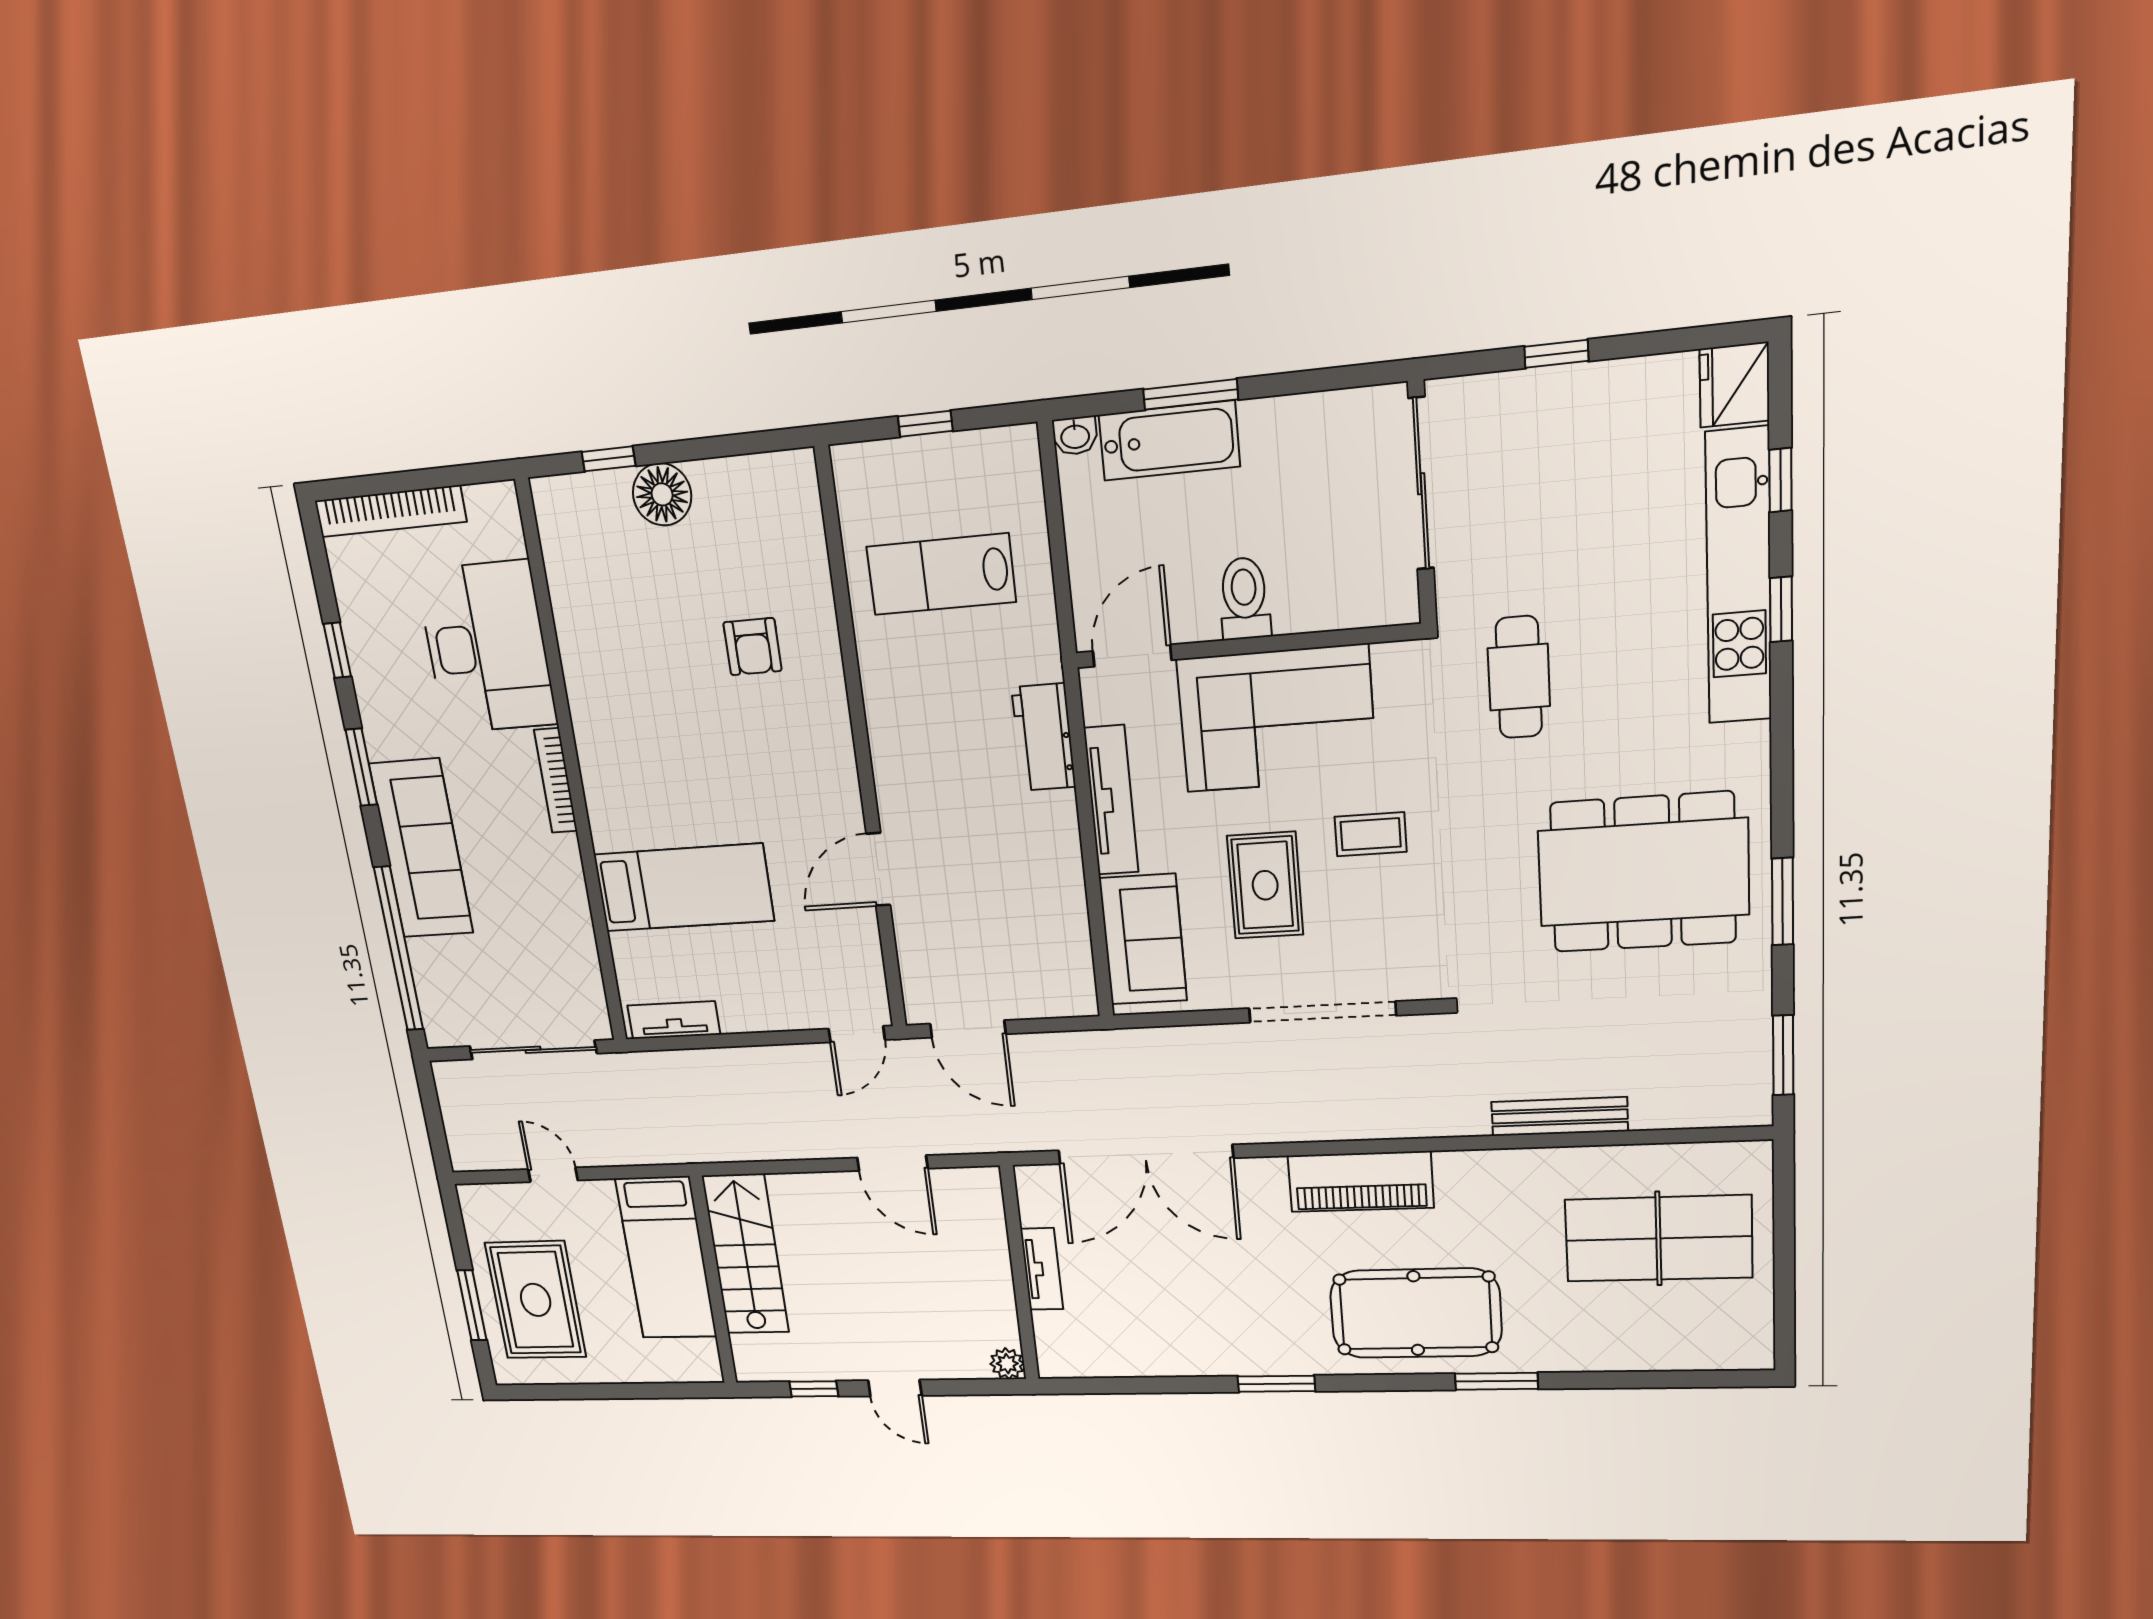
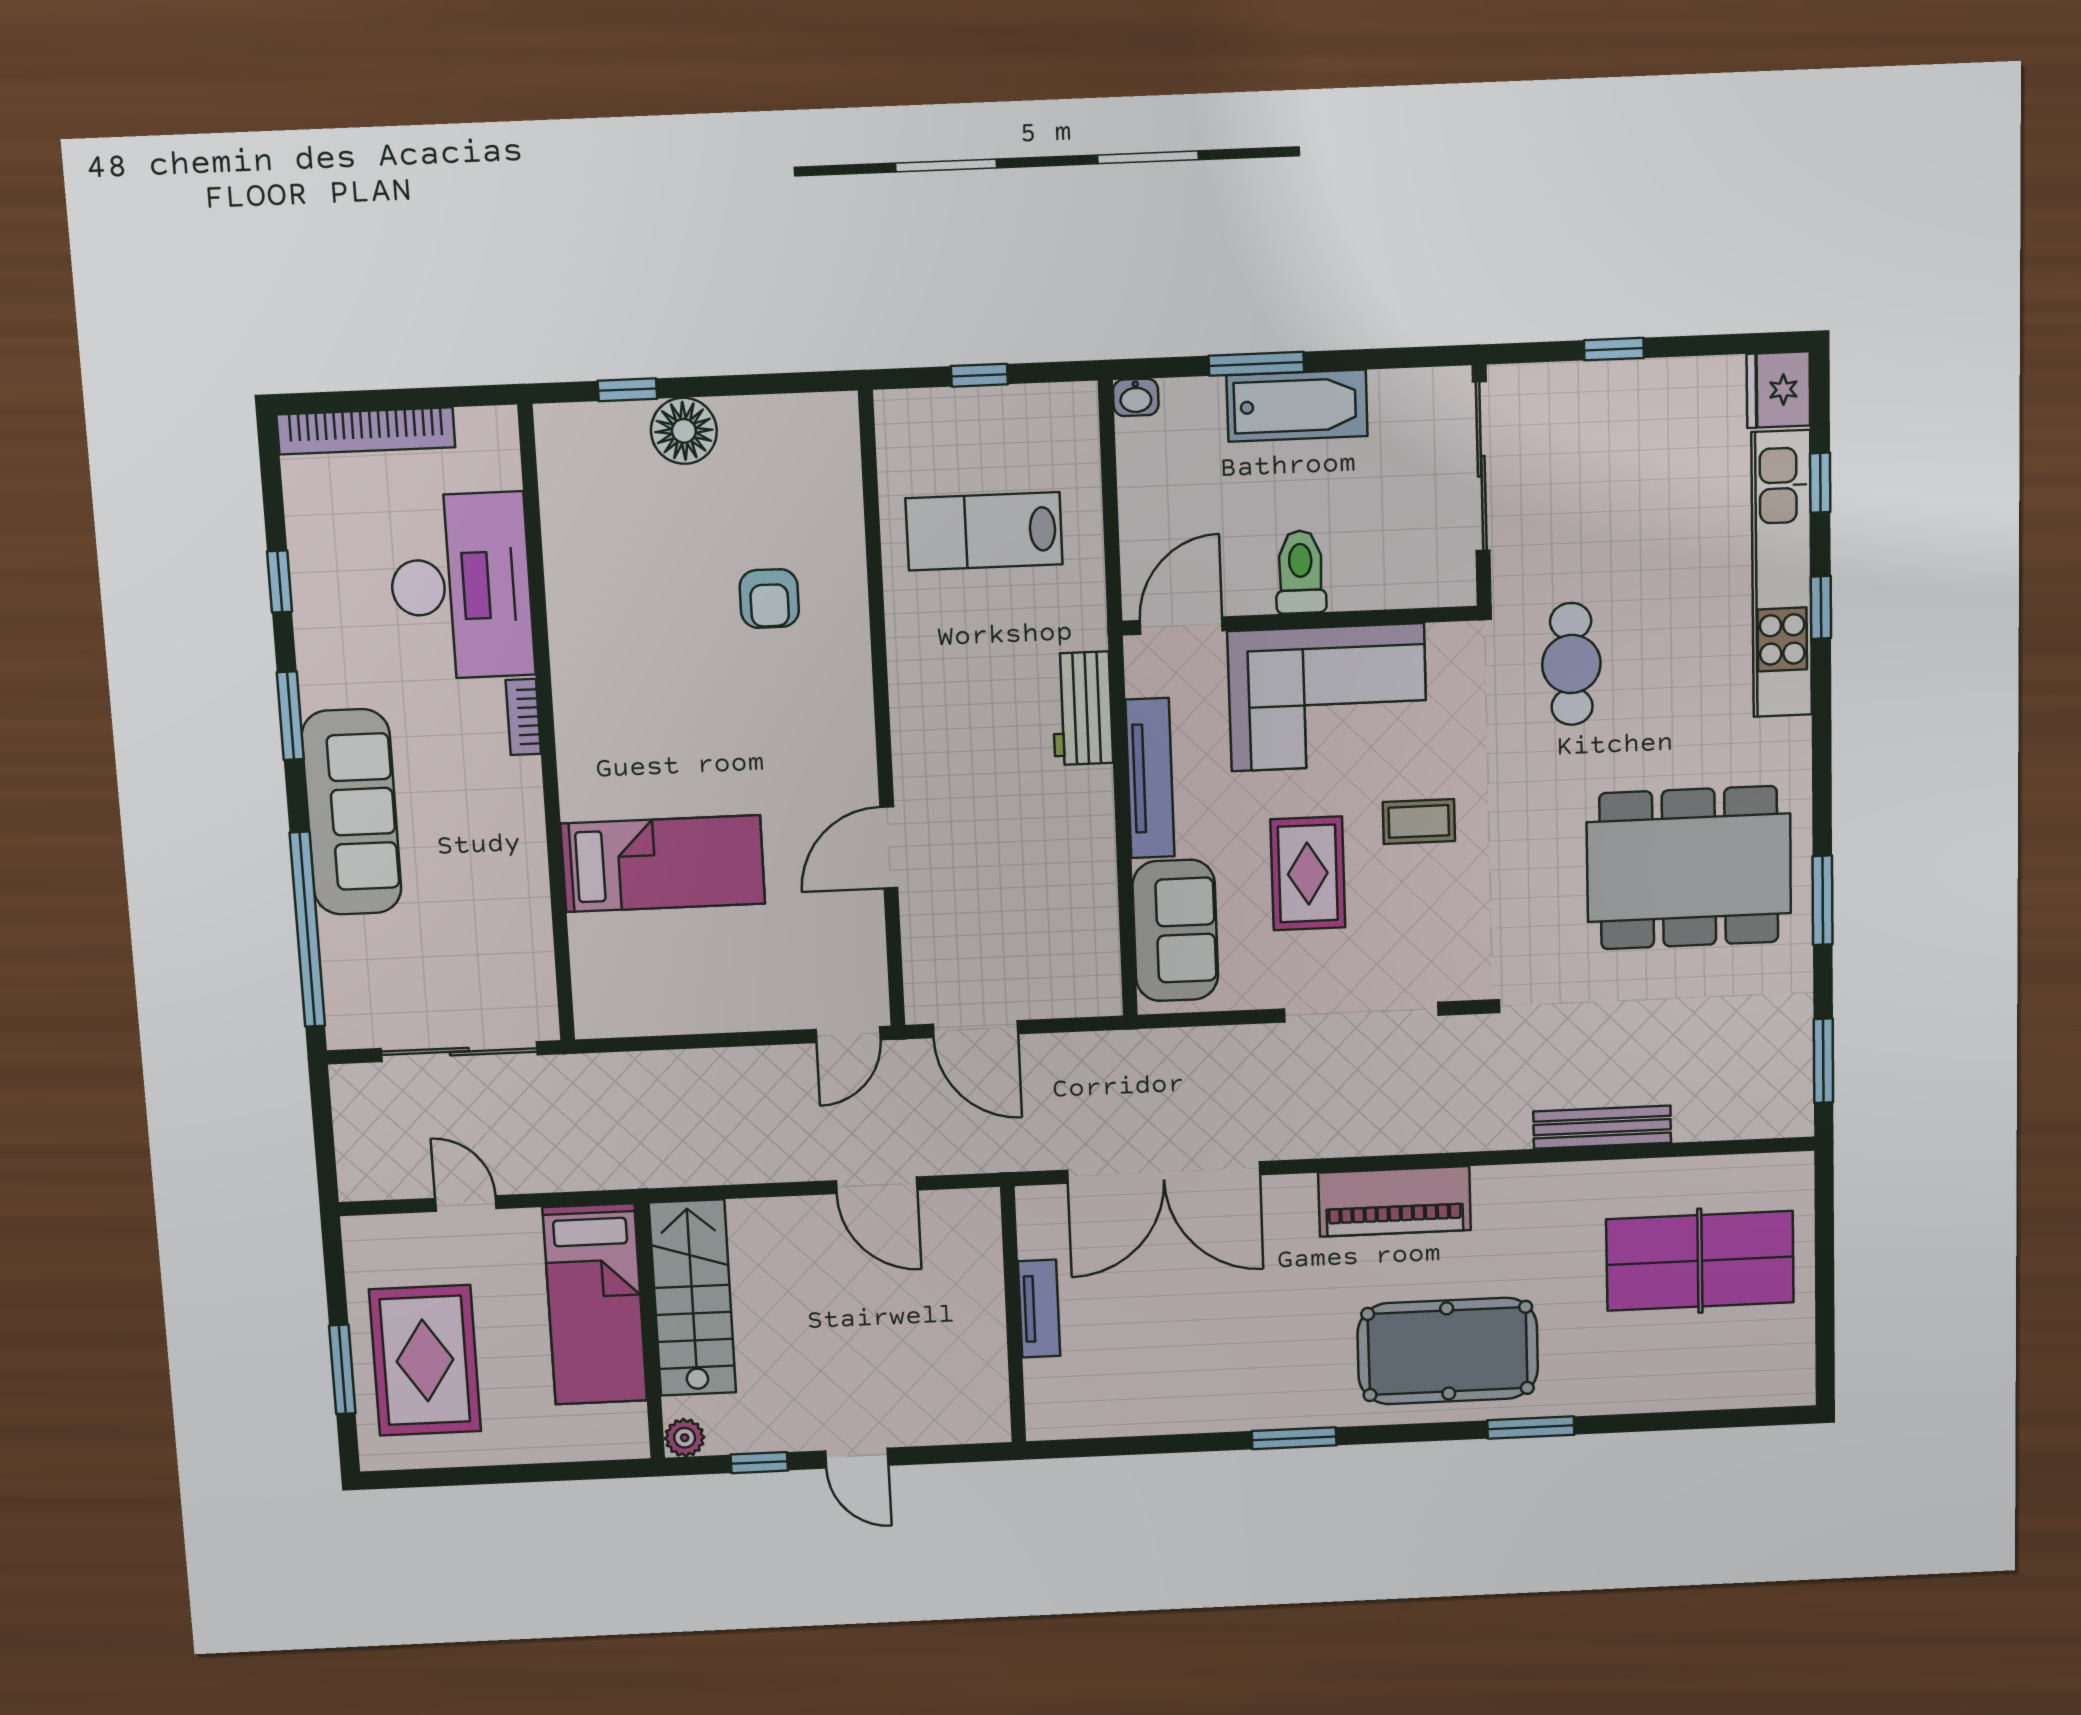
bathtub: (1169, 441) -> (1297, 406), moved
bookcase: (556, 781) -> (523, 717), width x0.64
tv unit: (674, 1020) -> (635, 1017), removed
plant: (1007, 1364) -> (685, 1438), moved

